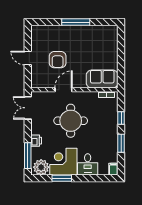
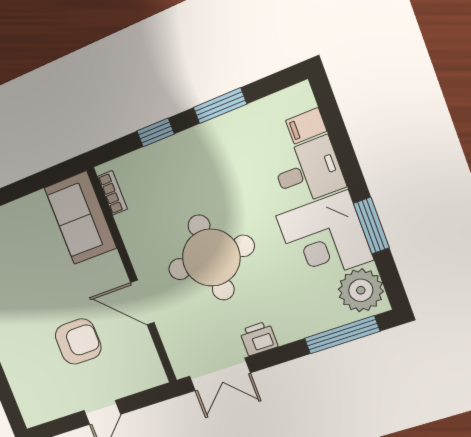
printer: (36, 141) -> (259, 338), moved
filing cabinet: (113, 169) -> (306, 126), moved

